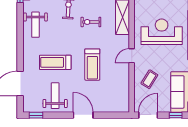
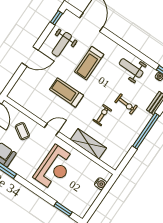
door: (132, 56) -> (52, 130), hinge flipped
treadmill: (55, 62) -> (89, 63), turned 180
weight bench: (55, 96) -> (62, 44), turned 90

